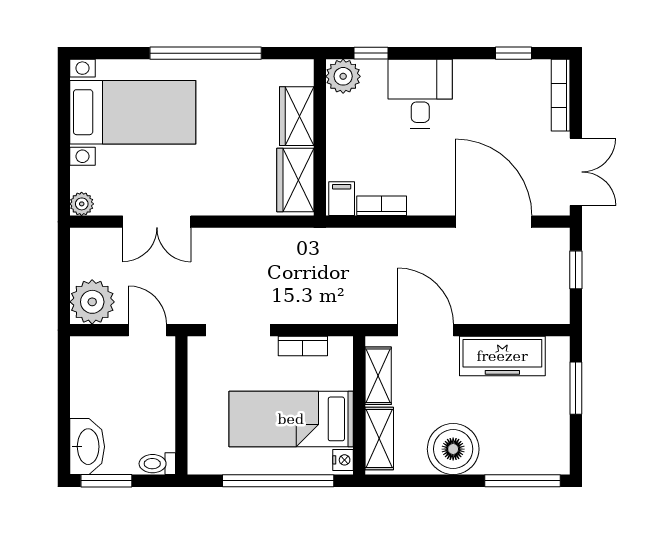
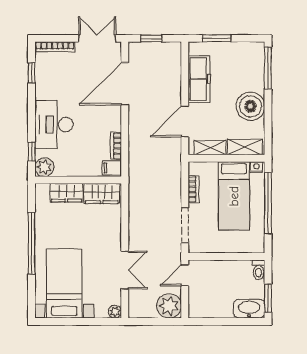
desk: (420, 94) -> (54, 124), width x1.37

